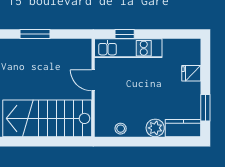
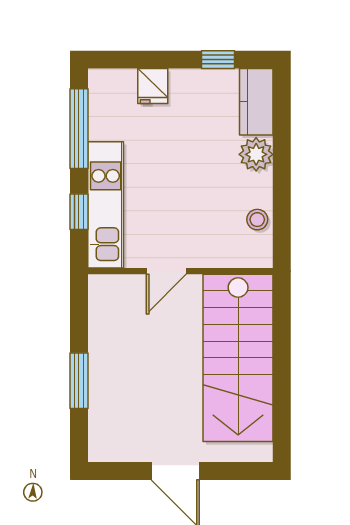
window: (169, 34) -> (79, 129), added
window: (205, 108) -> (218, 60), width x0.67

